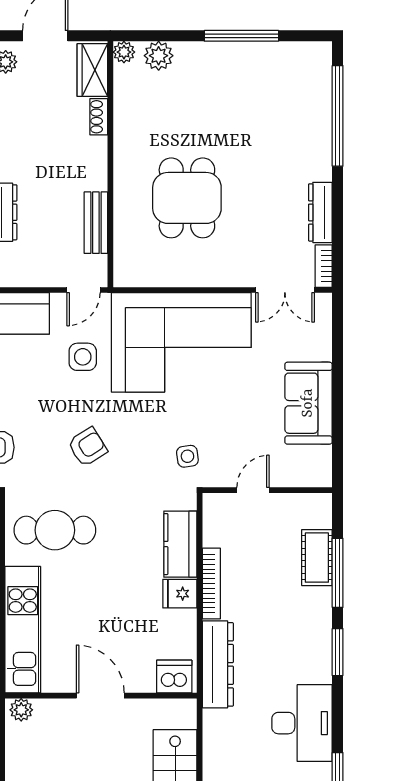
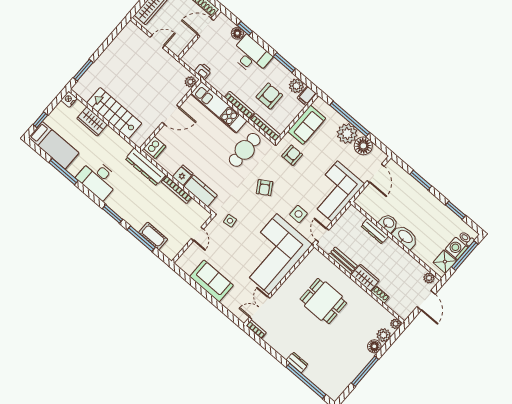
floor lamp: (189, 55) -> (374, 346), added
wardrobe: (92, 70) -> (365, 278), moved
dresser: (320, 212) -> (297, 362), moved, width x0.70

